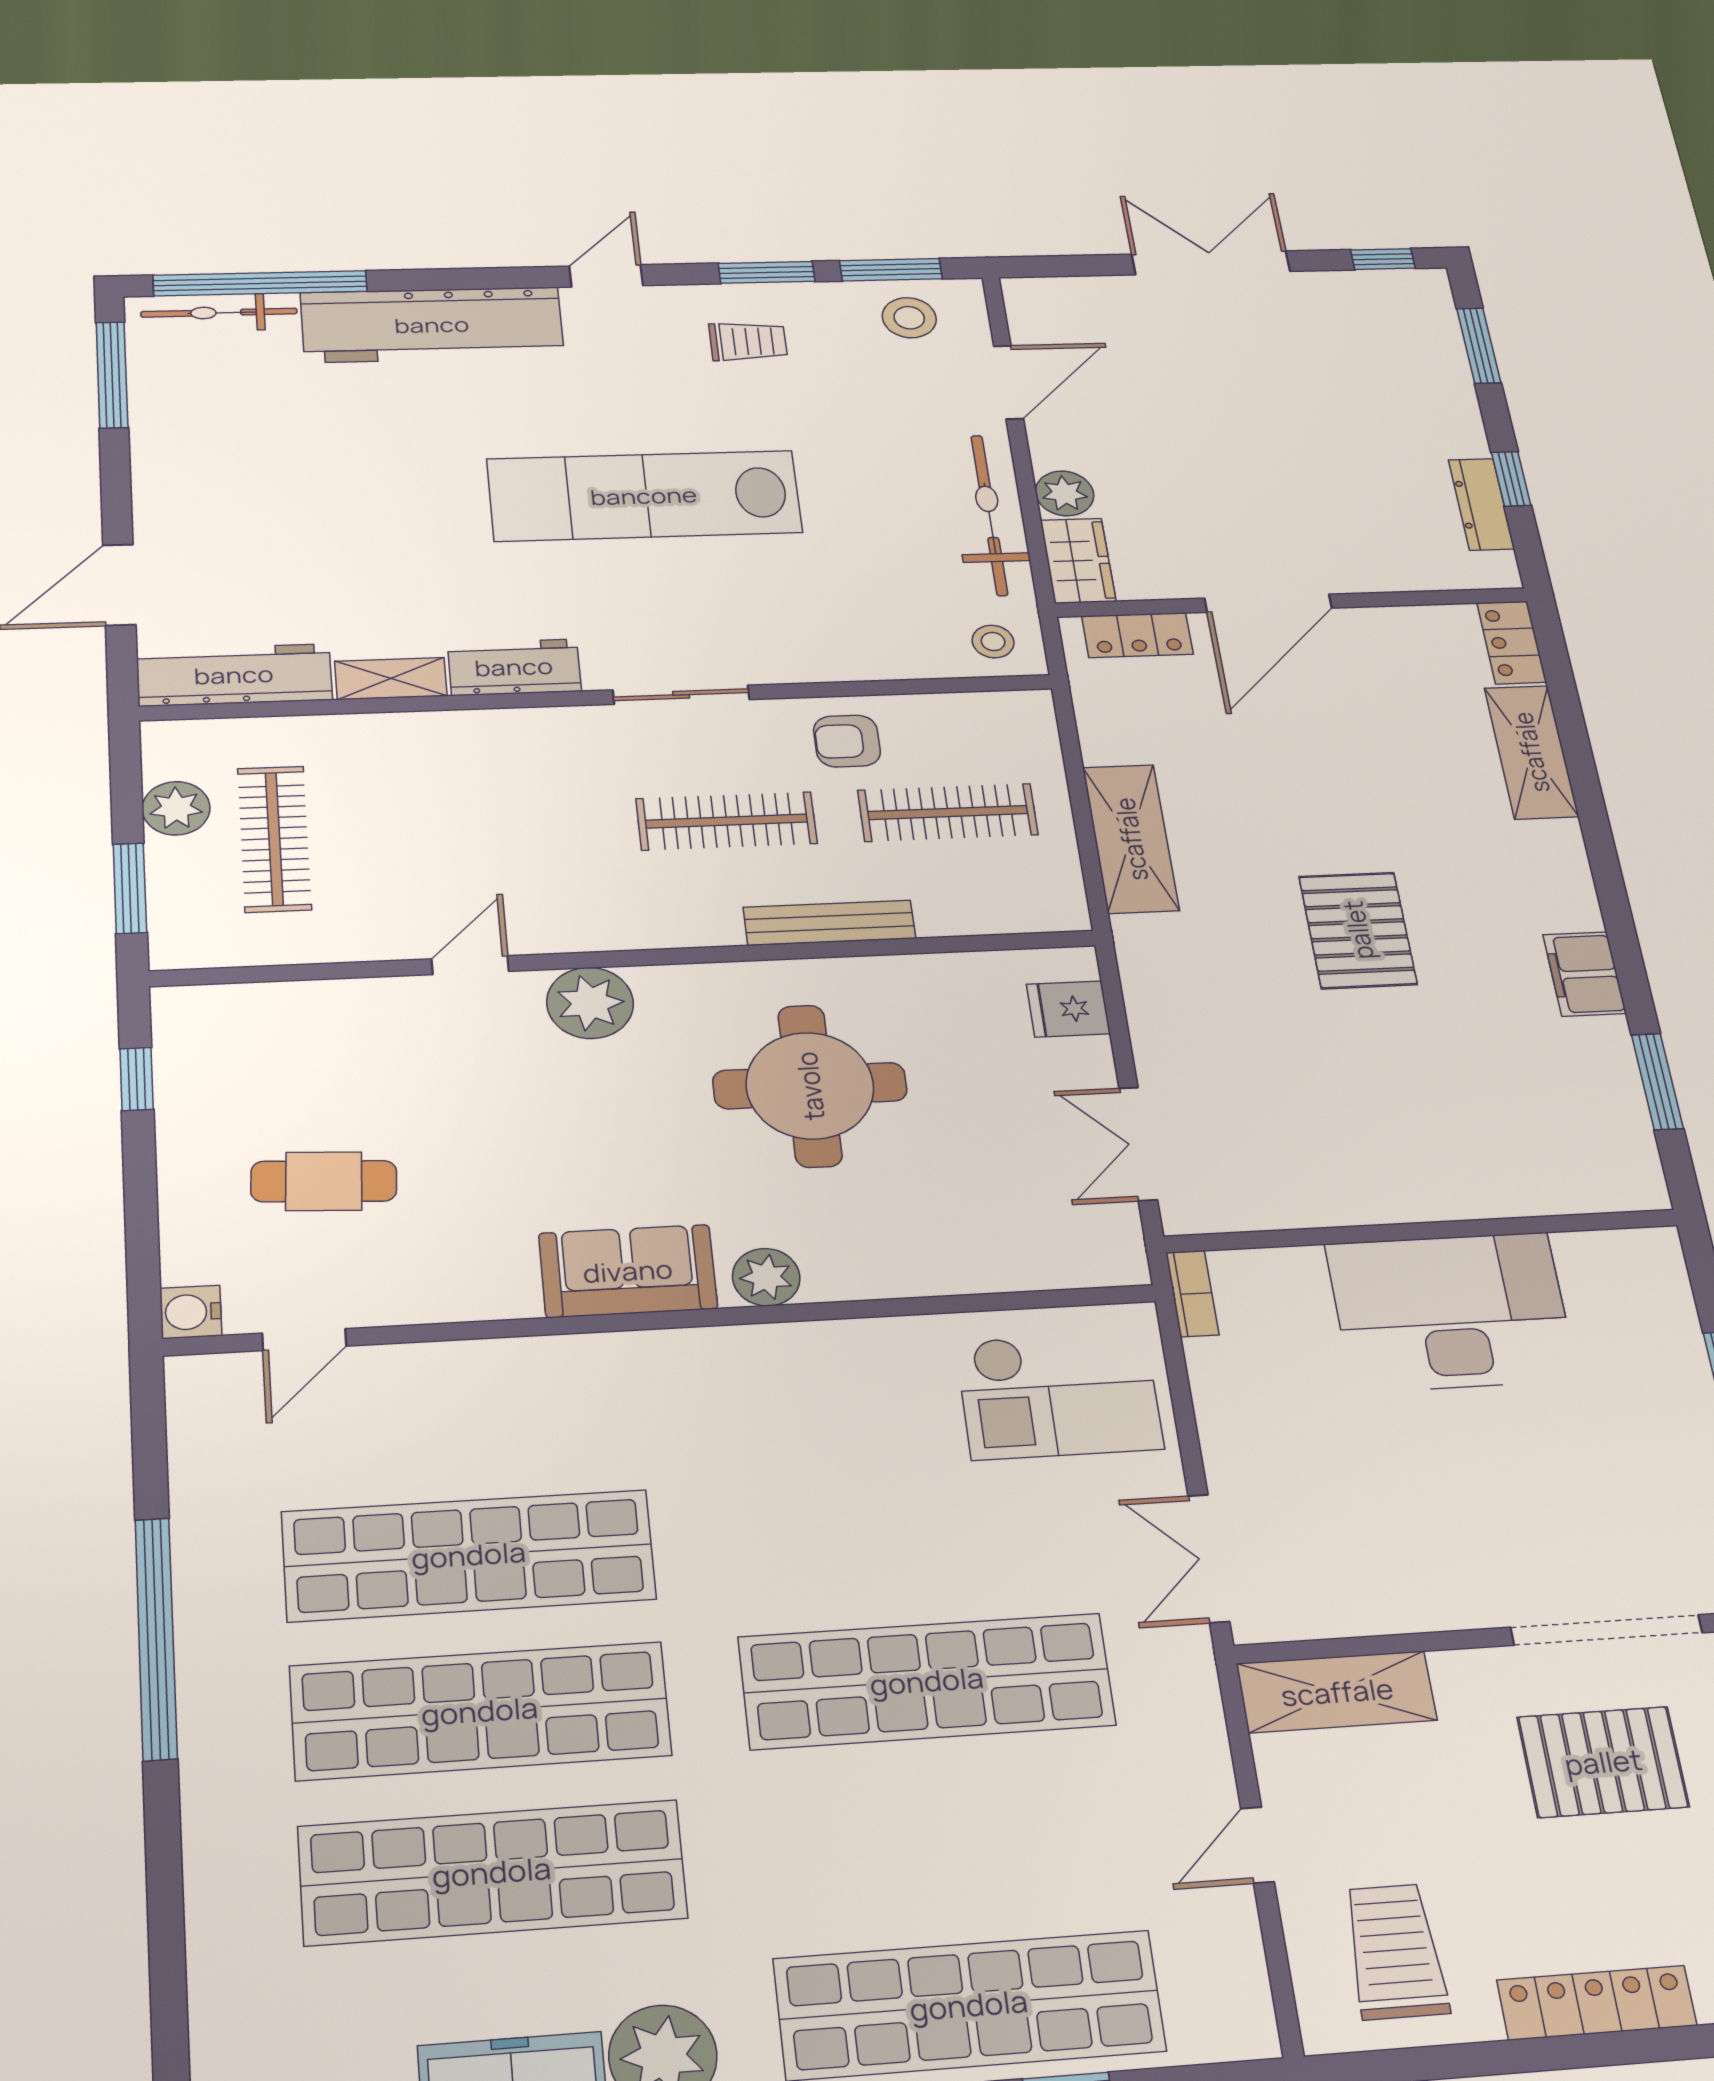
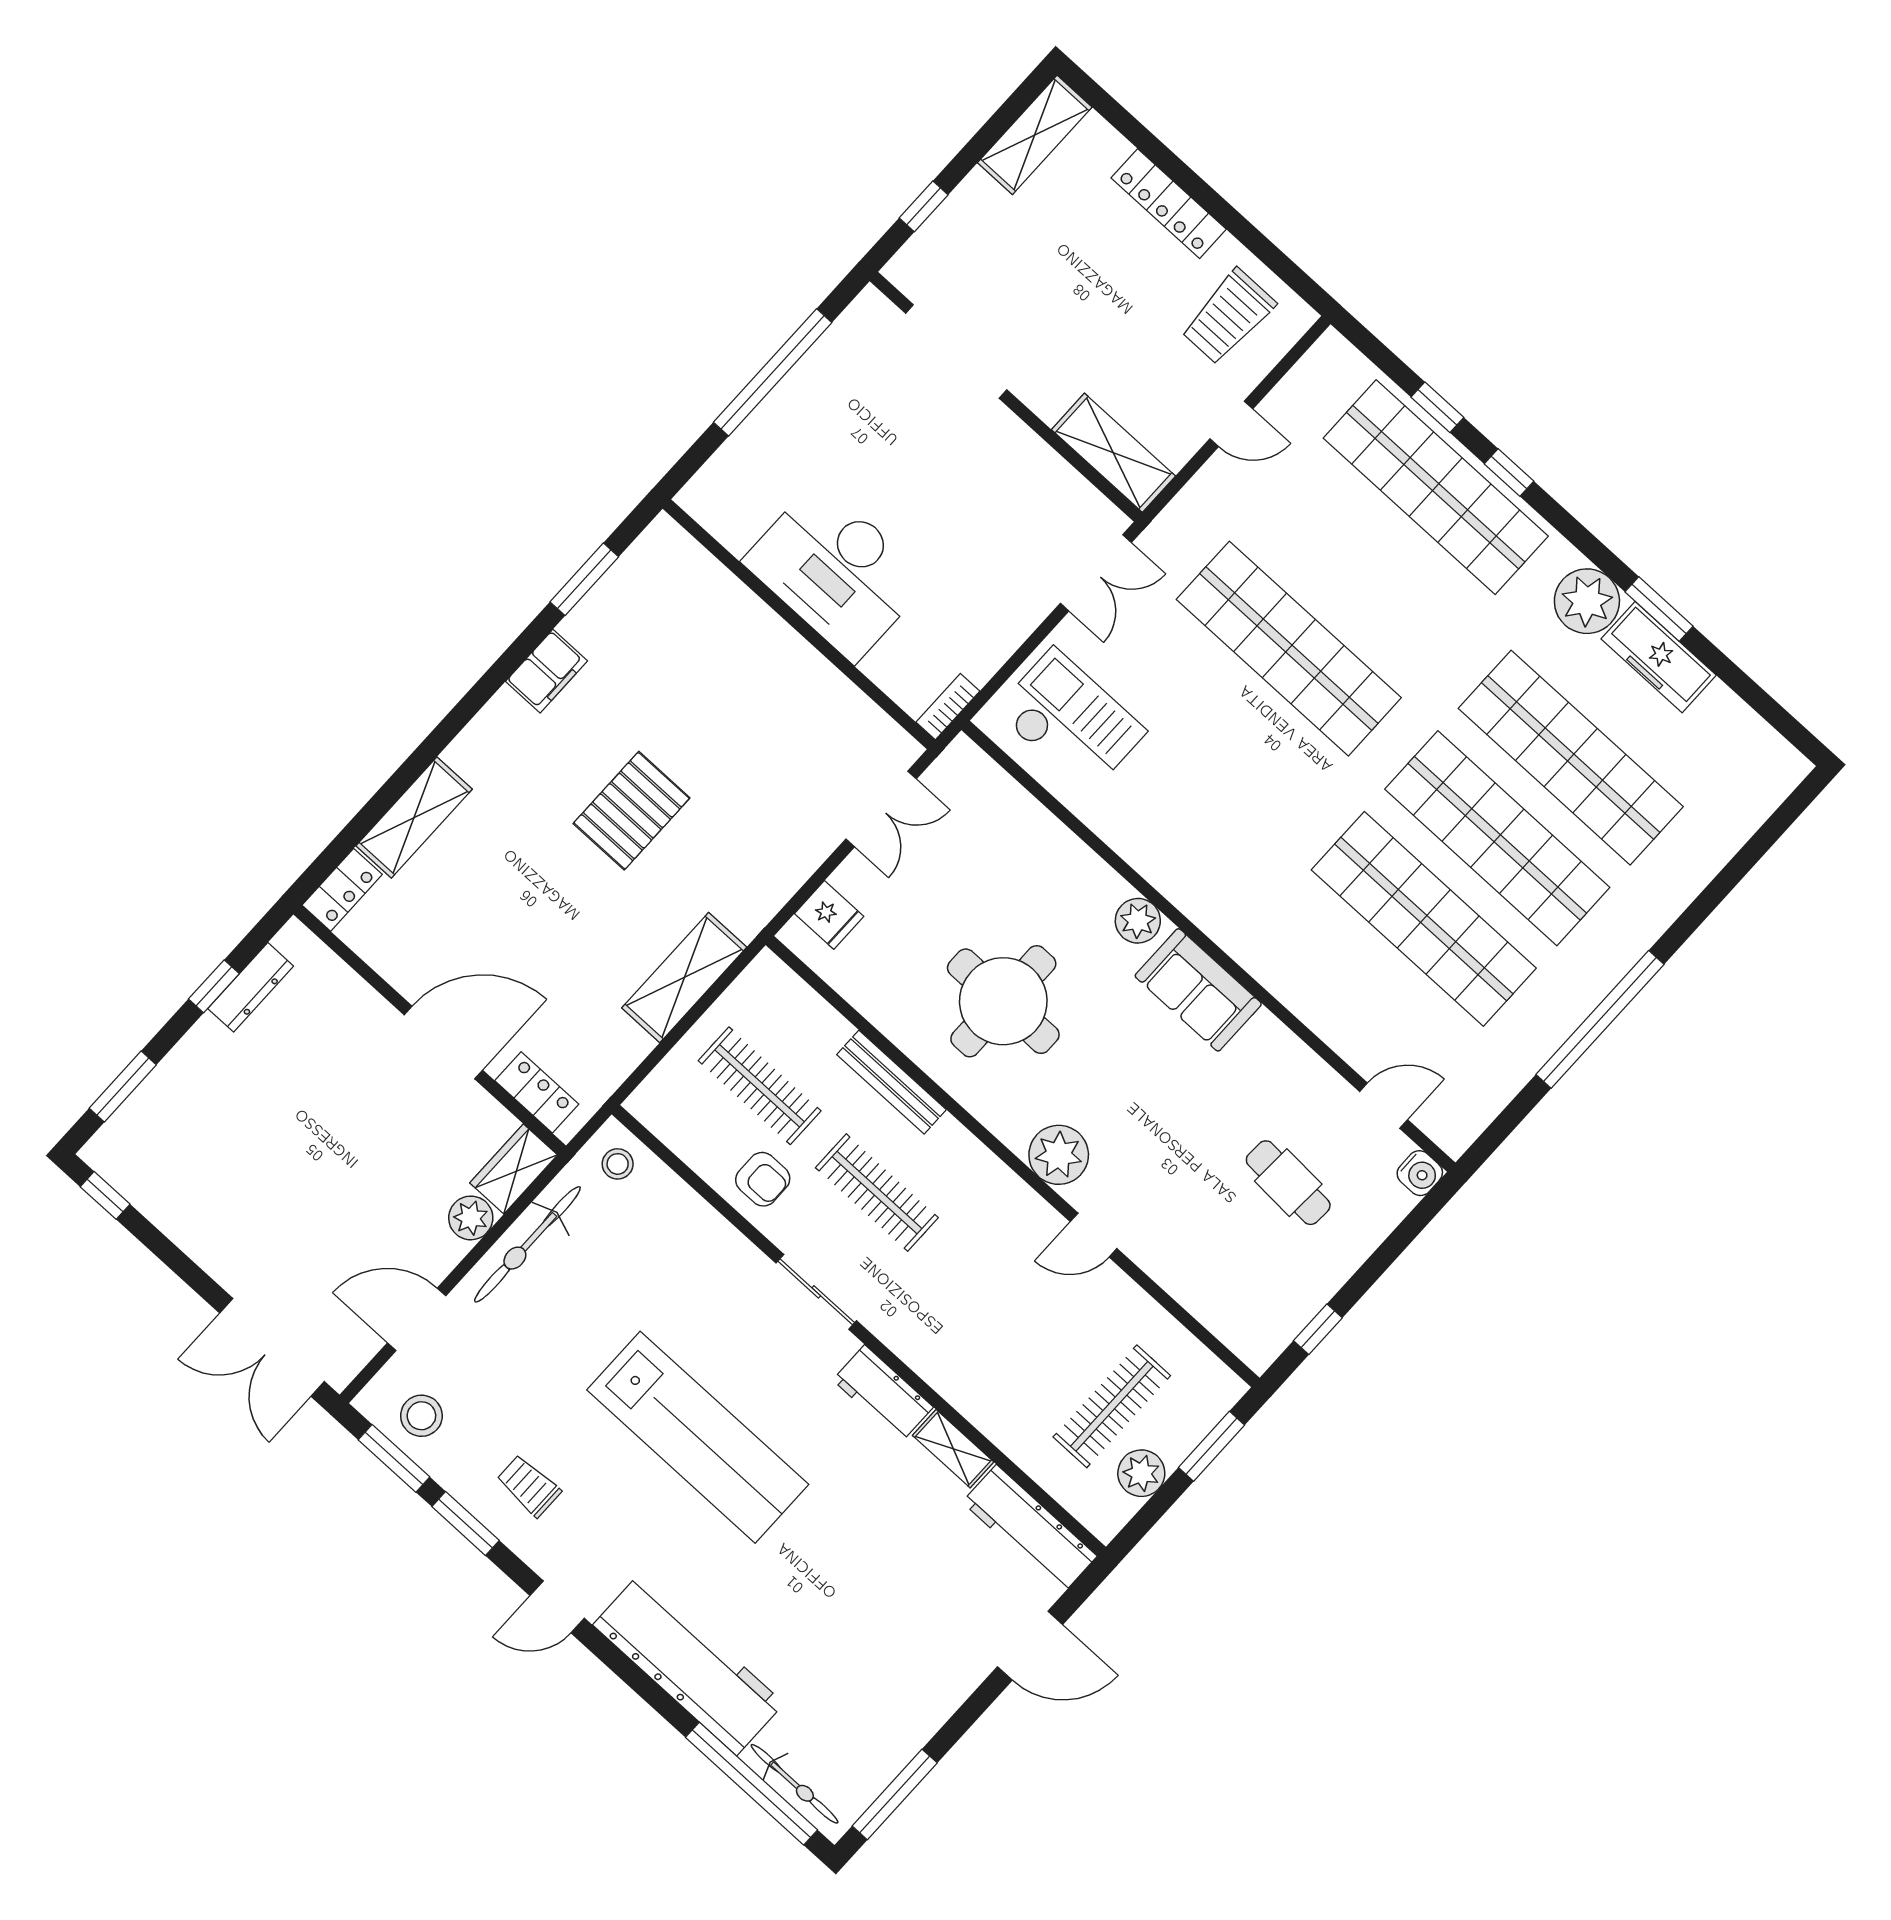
double door: (1211, 263) -> (272, 1347), moved
pallet: (1603, 1762) -> (1034, 298), removed

